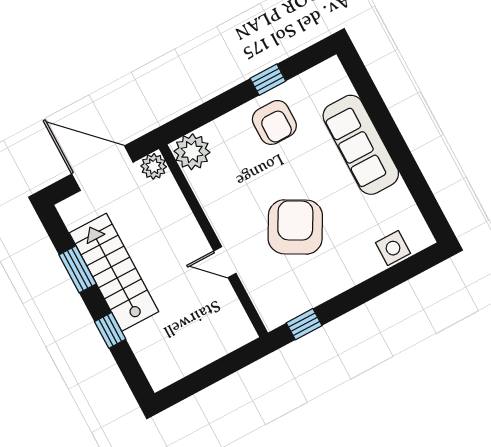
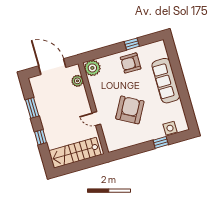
armchair: (274, 122) -> (131, 63), turned 90
plant: (154, 166) -> (77, 81), moved
stairs: (114, 272) -> (75, 153), moved, turned -90
window: (304, 324) -> (161, 142), moved

